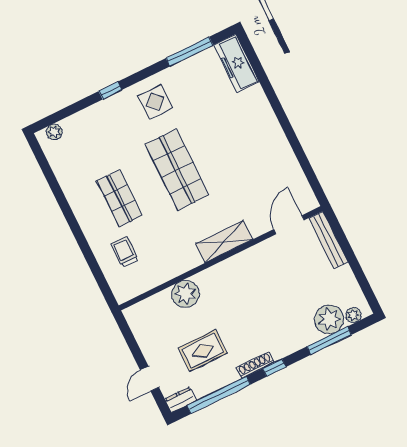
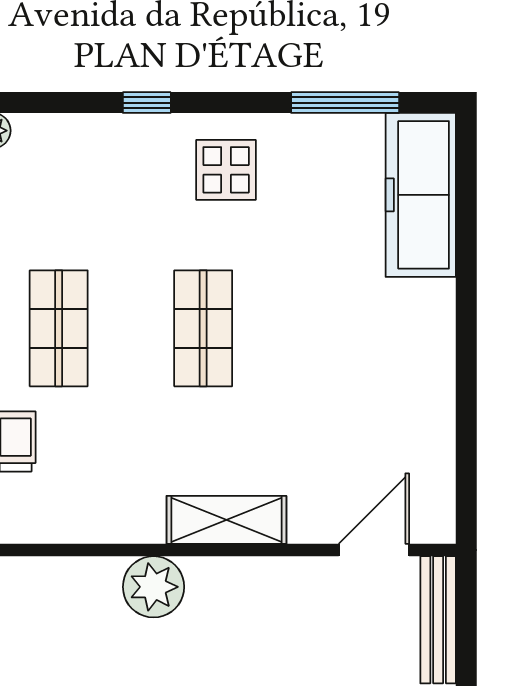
freezer: (237, 63) -> (421, 195), width x1.36, depth x1.26
shop shelf: (177, 170) -> (203, 328), width x0.70, depth x0.74
plant: (185, 294) -> (154, 587), moved

